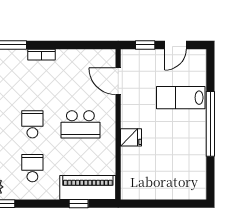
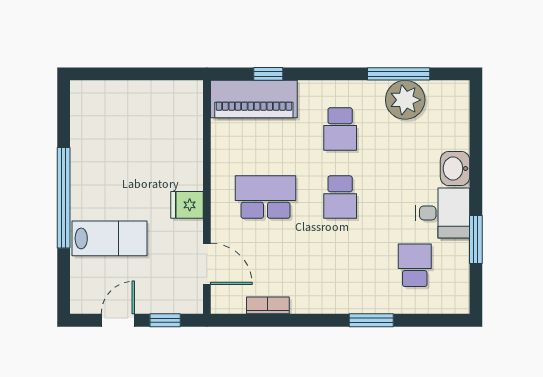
bookcase: (41, 55) -> (268, 305), moved
fridge: (131, 137) -> (187, 205), moved

